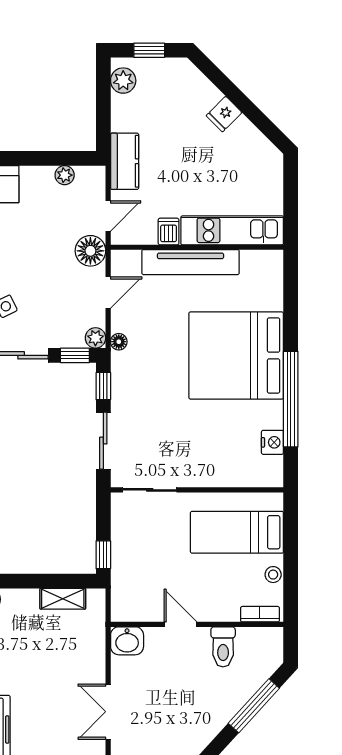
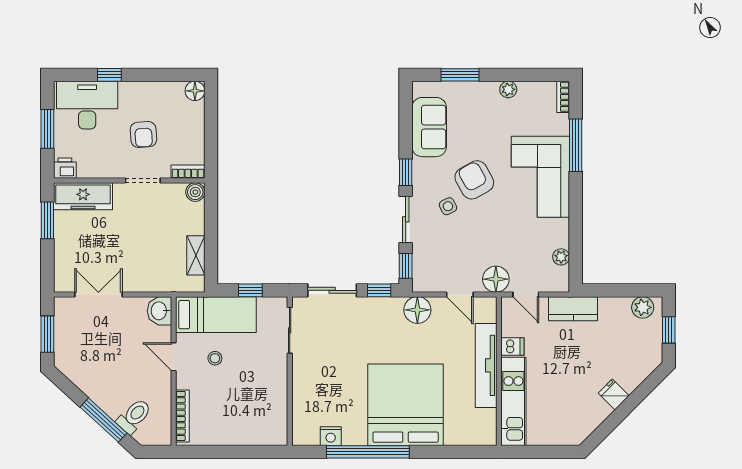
plant: (95, 338) -> (421, 284), removed
floor lamp: (119, 342) -> (417, 310), width x1.89, depth x1.89
bed: (237, 532) -> (216, 315), moved, turned 90
window: (103, 555) -> (250, 290), moved
stool: (273, 575) -> (215, 358), moved
bookcase: (260, 614) -> (182, 416), width x1.56
door: (180, 624) -> (174, 357), swing flipped
toilet: (223, 647) -> (134, 416), moved, turned 132

